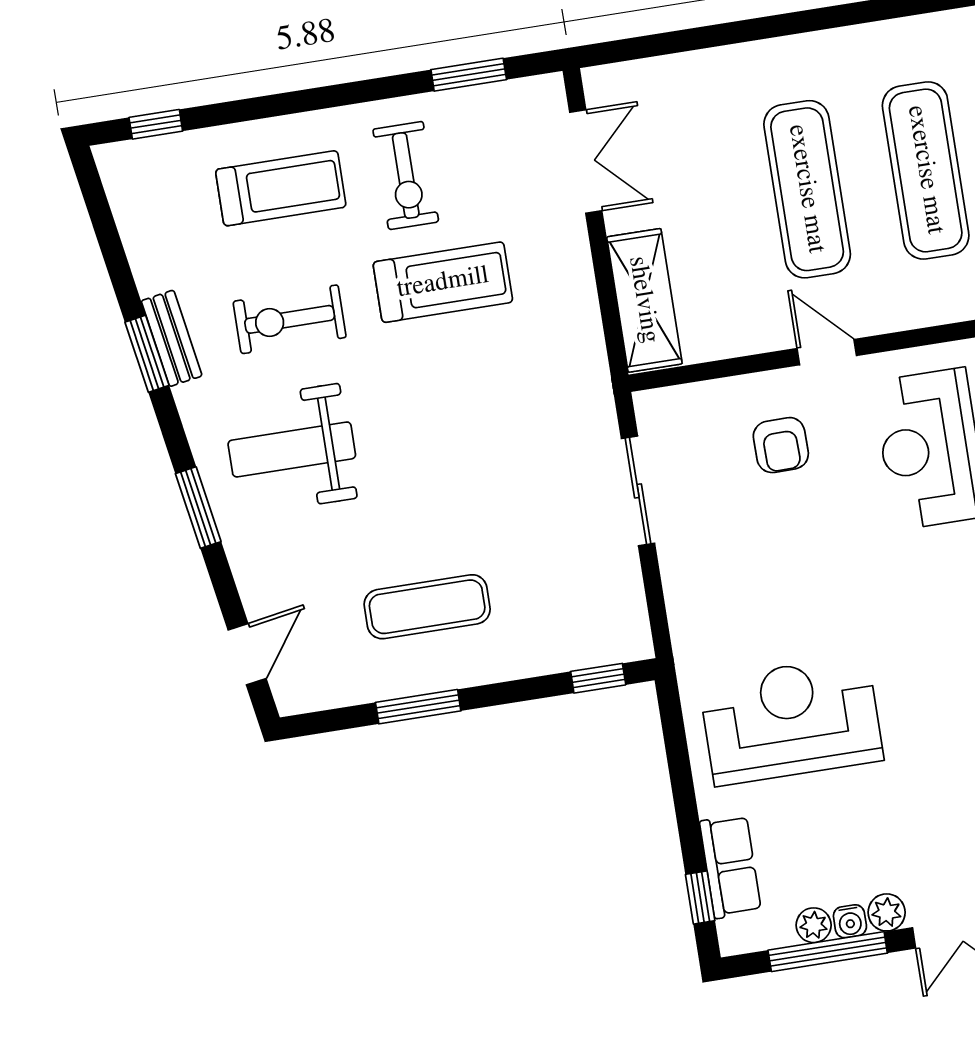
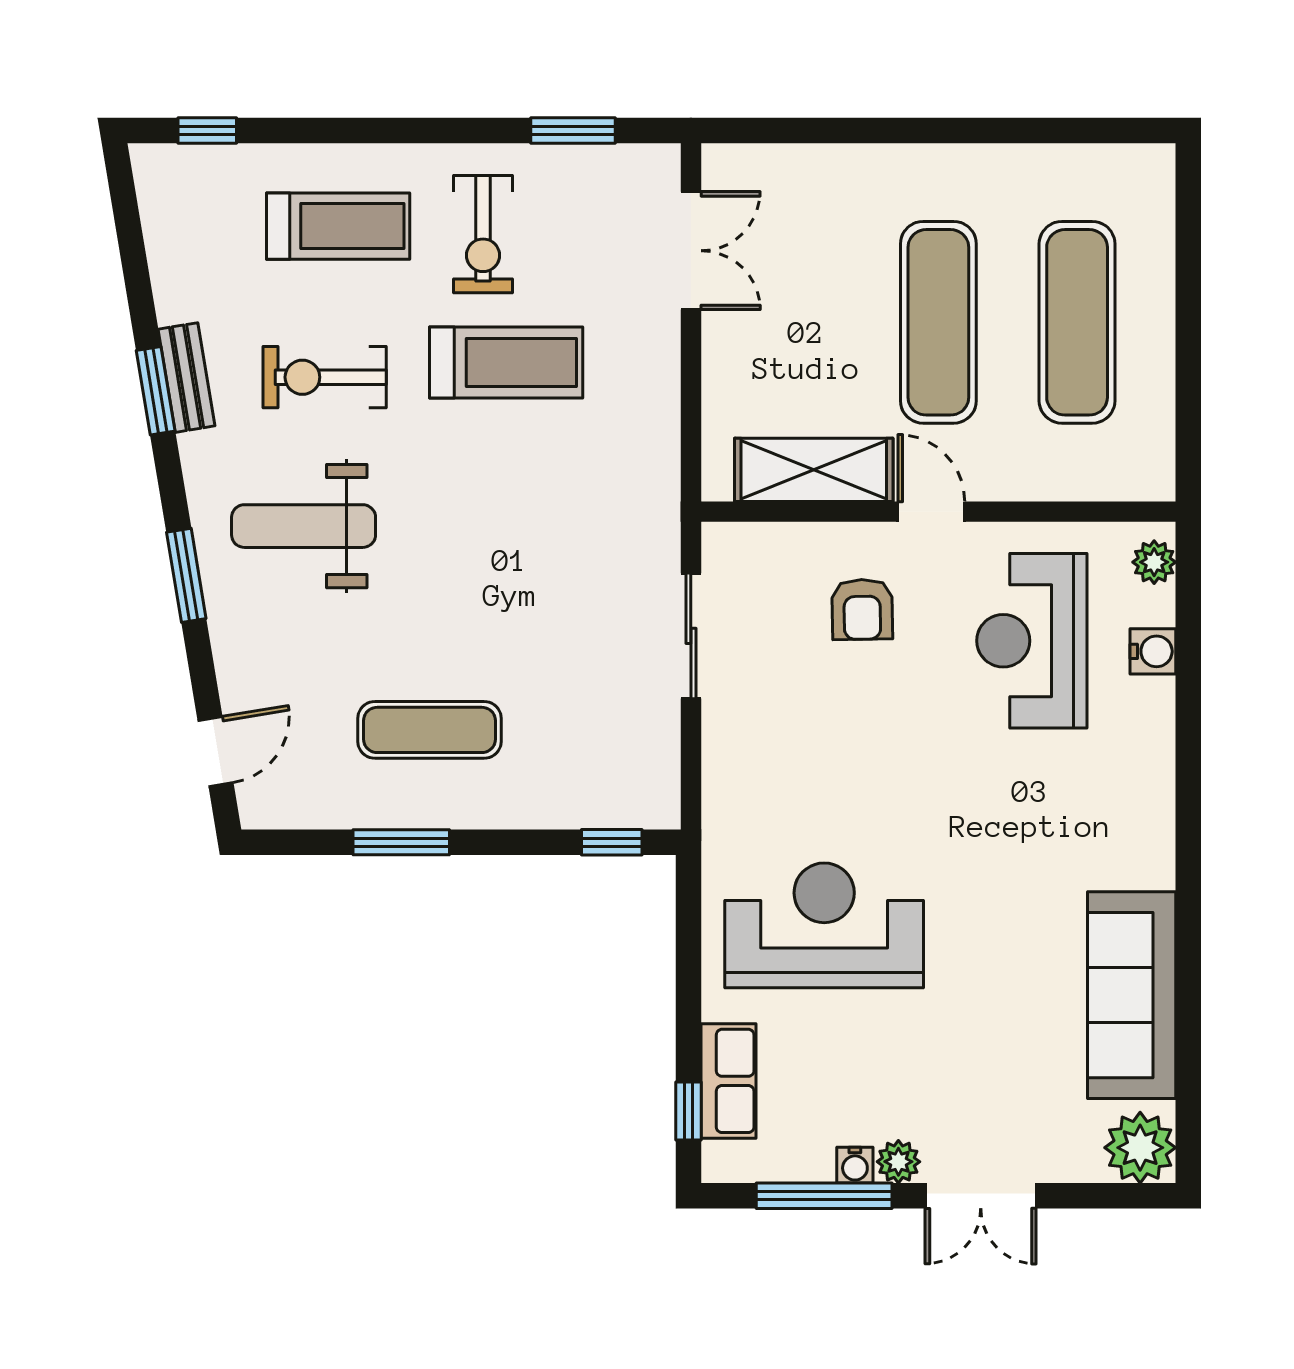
shelving: (644, 300) -> (814, 470), moved, turned 90
plant: (814, 925) -> (813, 1163), removed

